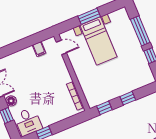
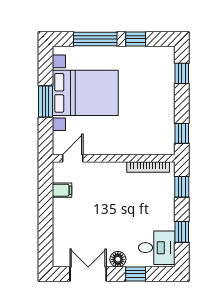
bed with nightstands: (98, 41) -> (85, 93), width x1.36
window: (128, 98) -> (182, 73), moved
window: (72, 121) -> (182, 187), added

